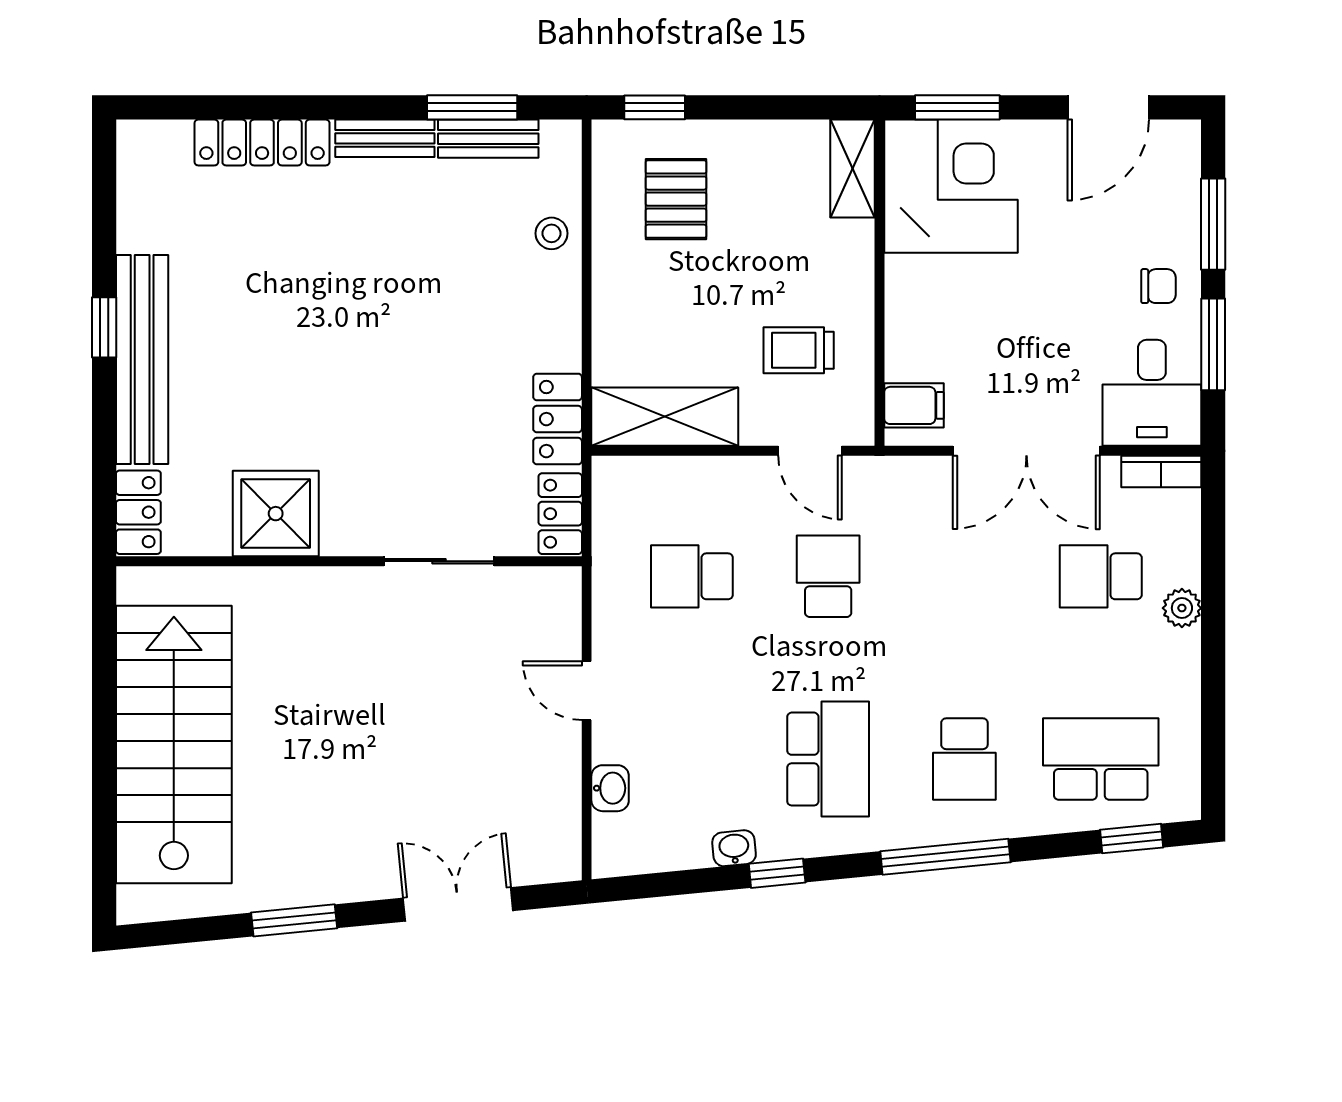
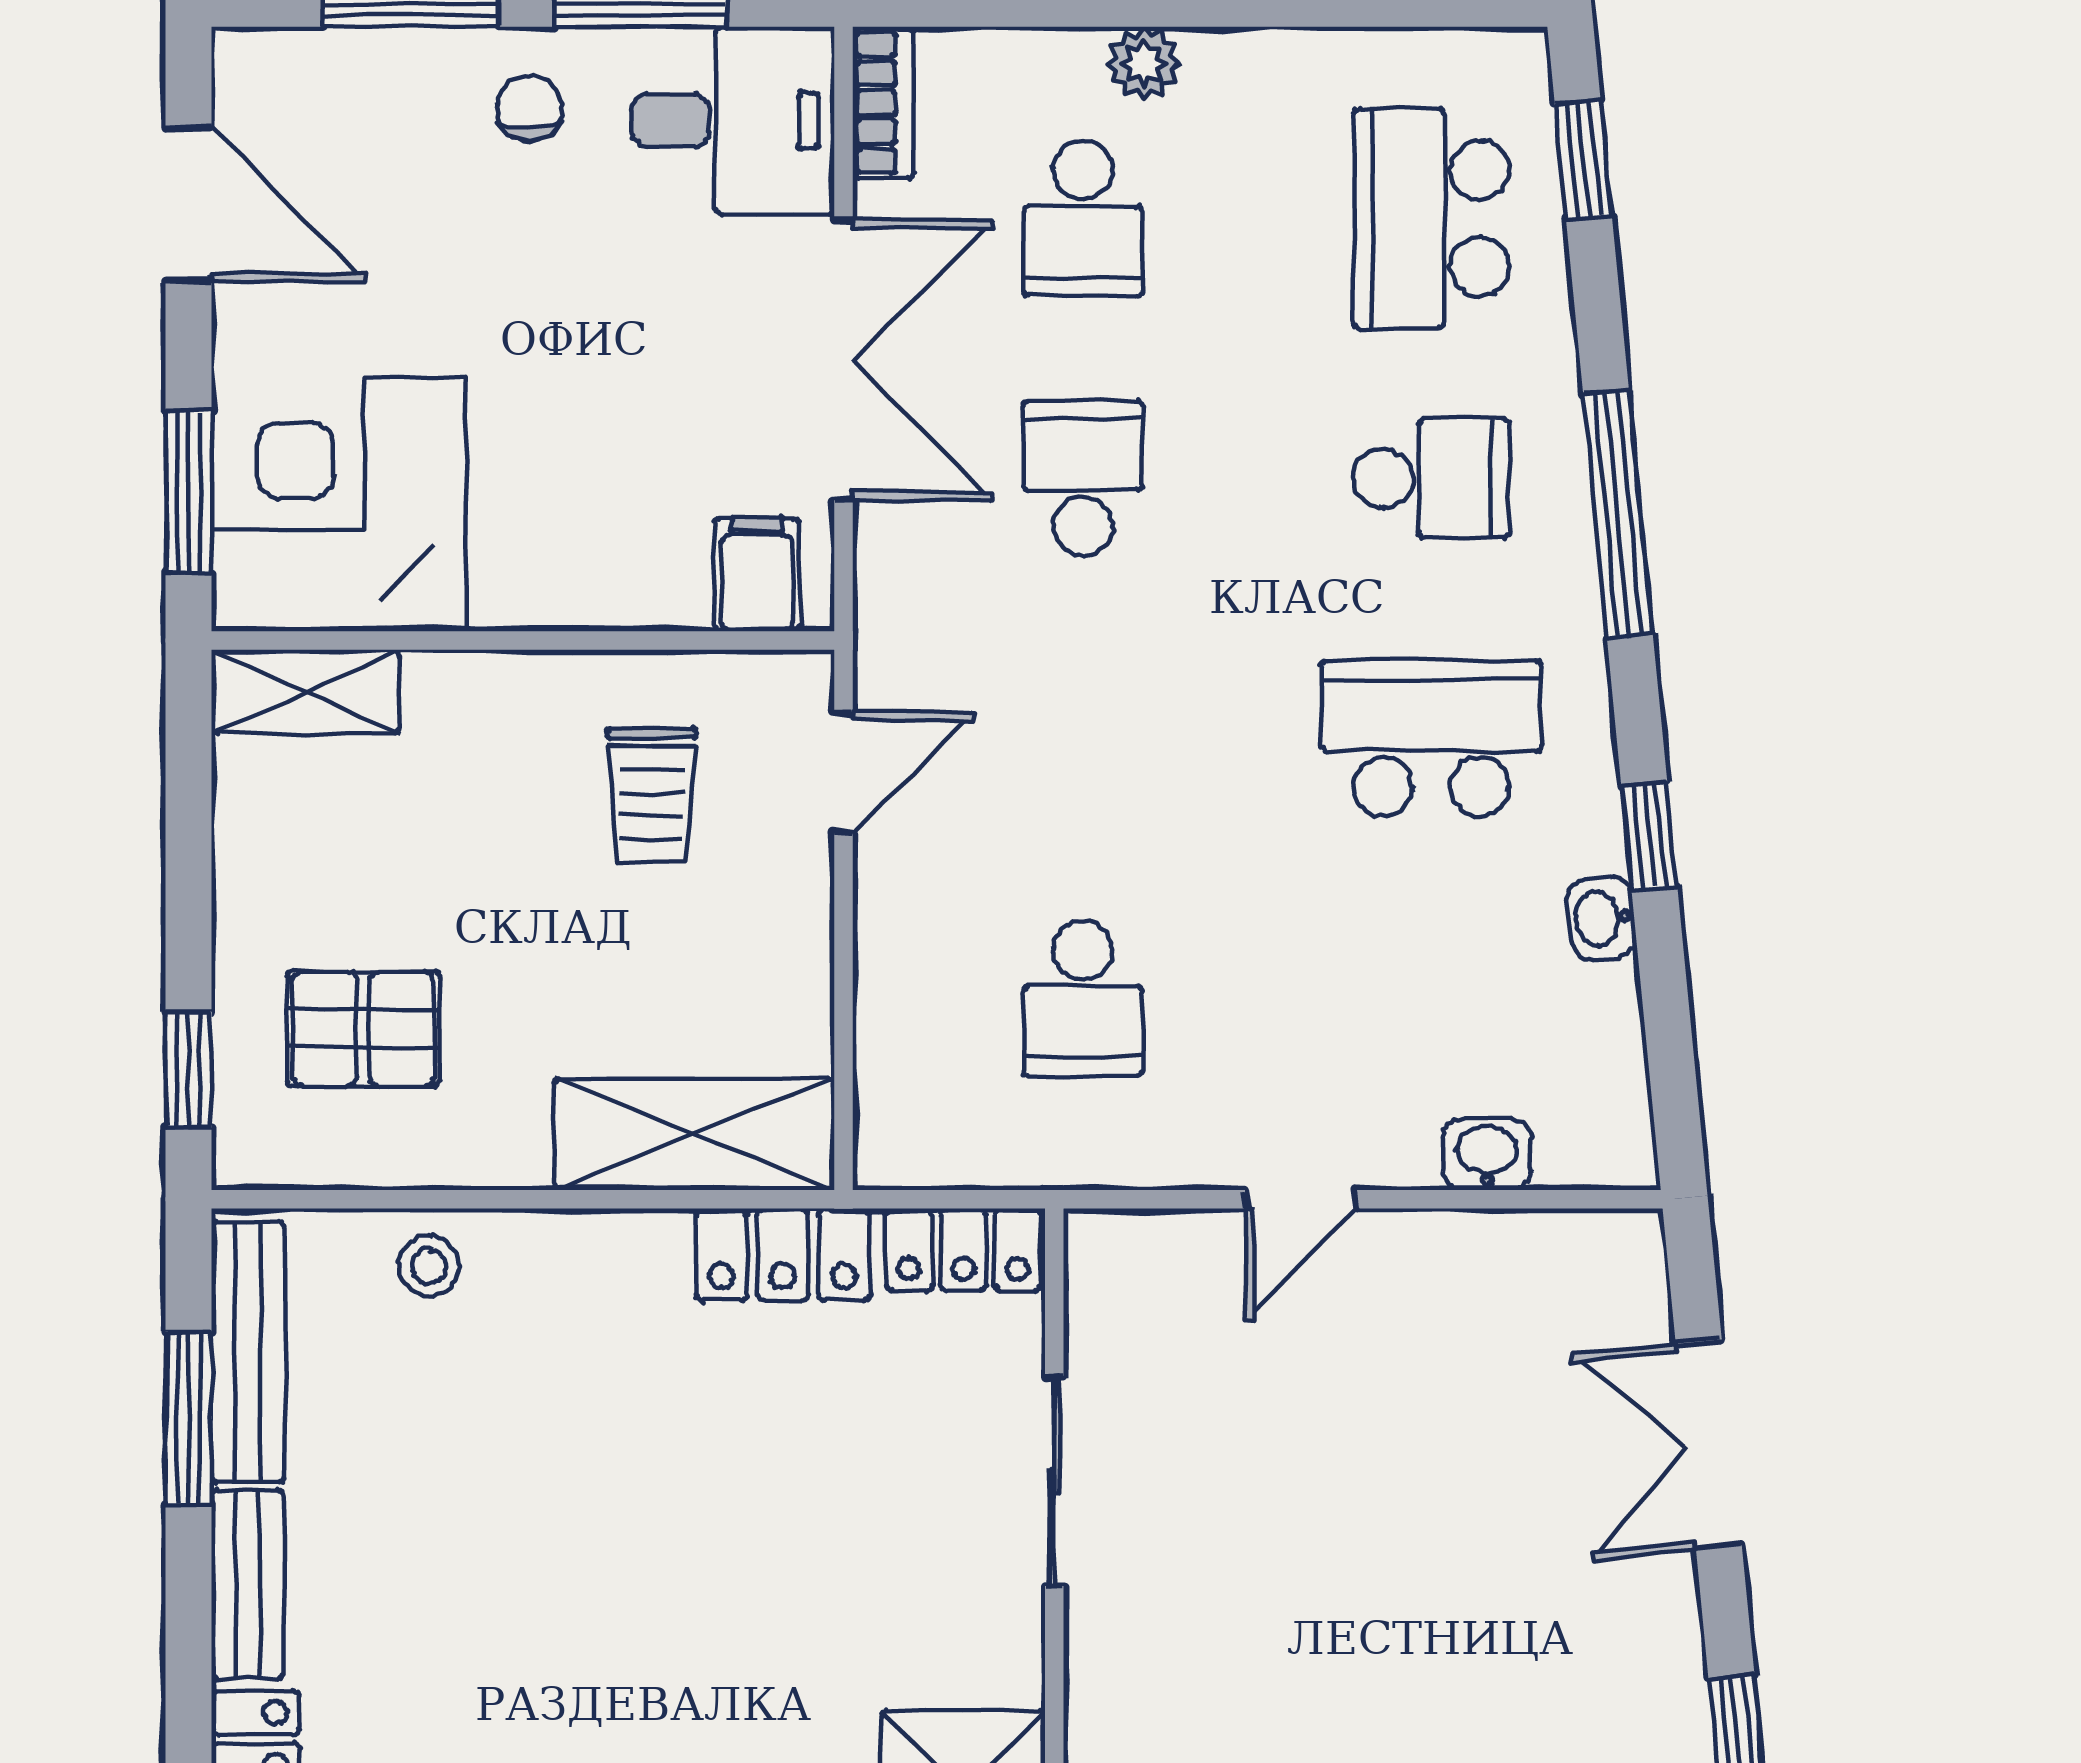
bench: (488, 139) -> (248, 1352), width x1.36
shelving: (665, 417) -> (694, 1134), moved, turned 90
school desk: (828, 576) -> (1083, 478), moved, turned 90

